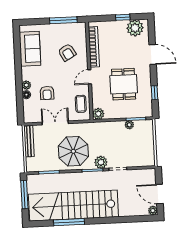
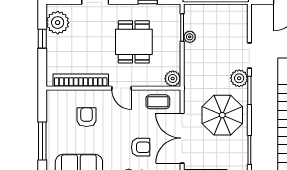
window: (63, 20) -> (42, 141), moved
armchair: (67, 52) -> (87, 117), turned -60
dining table: (124, 84) -> (134, 42), turned 90
double door: (55, 123) -> (182, 138), width x1.37

